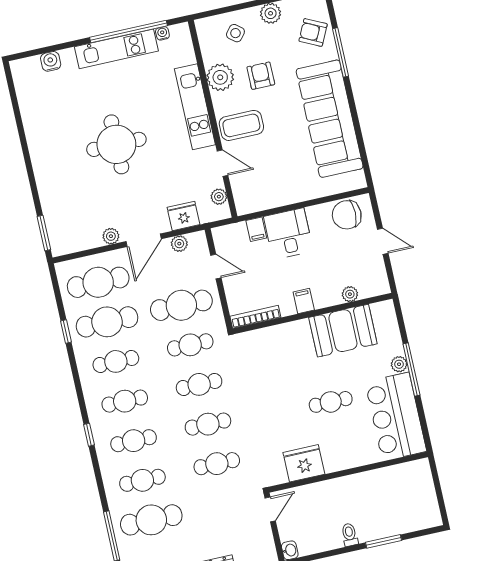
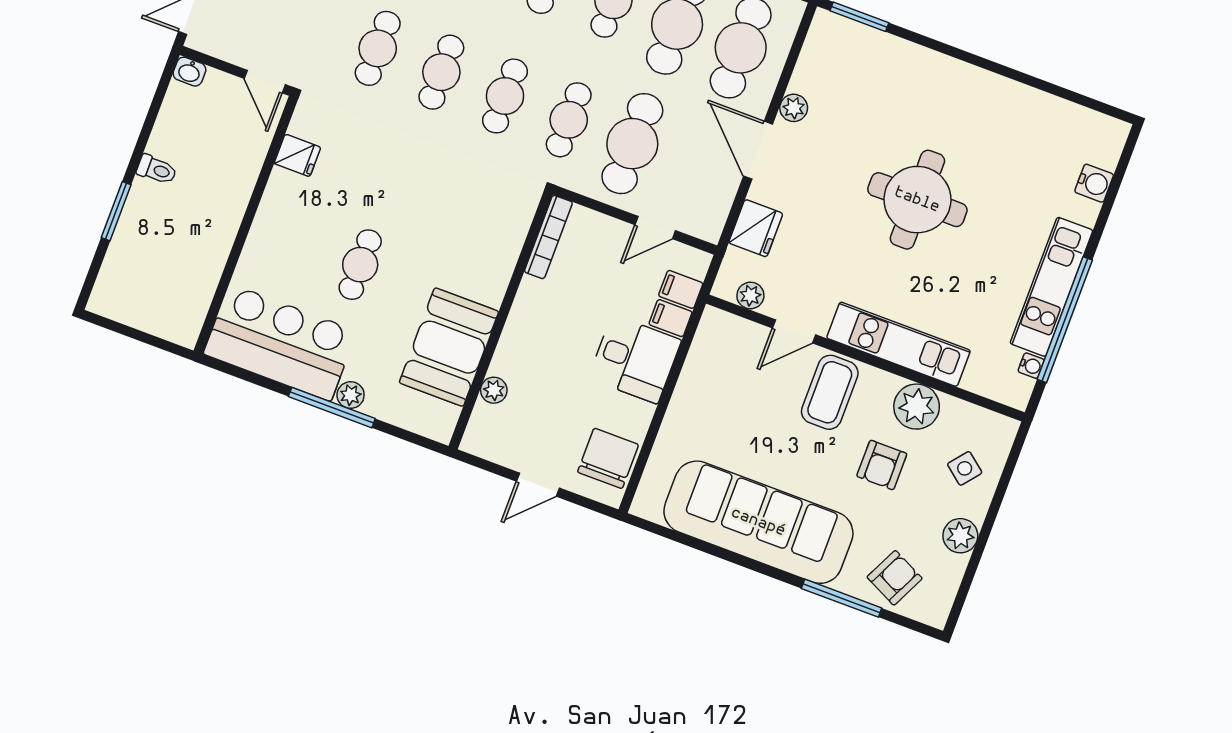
armchair: (261, 76) -> (882, 465), turned 90
plant: (179, 244) -> (721, 197), removed
filing cabinet: (304, 301) -> (681, 289), moved, turned 180
fridge: (304, 463) -> (297, 155), width x0.53, depth x0.75

